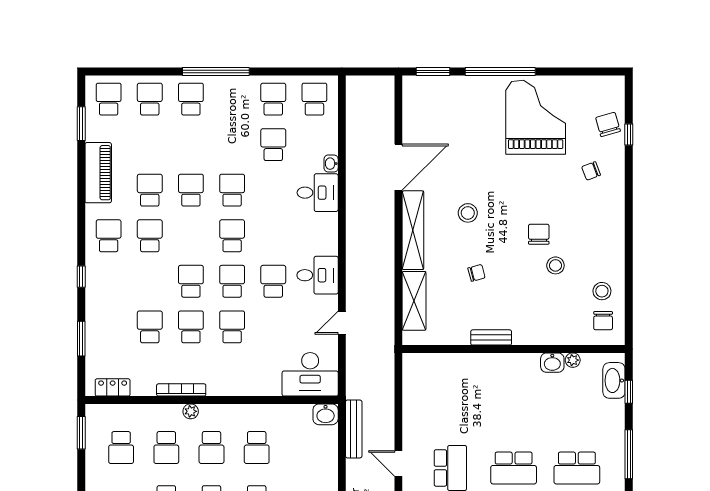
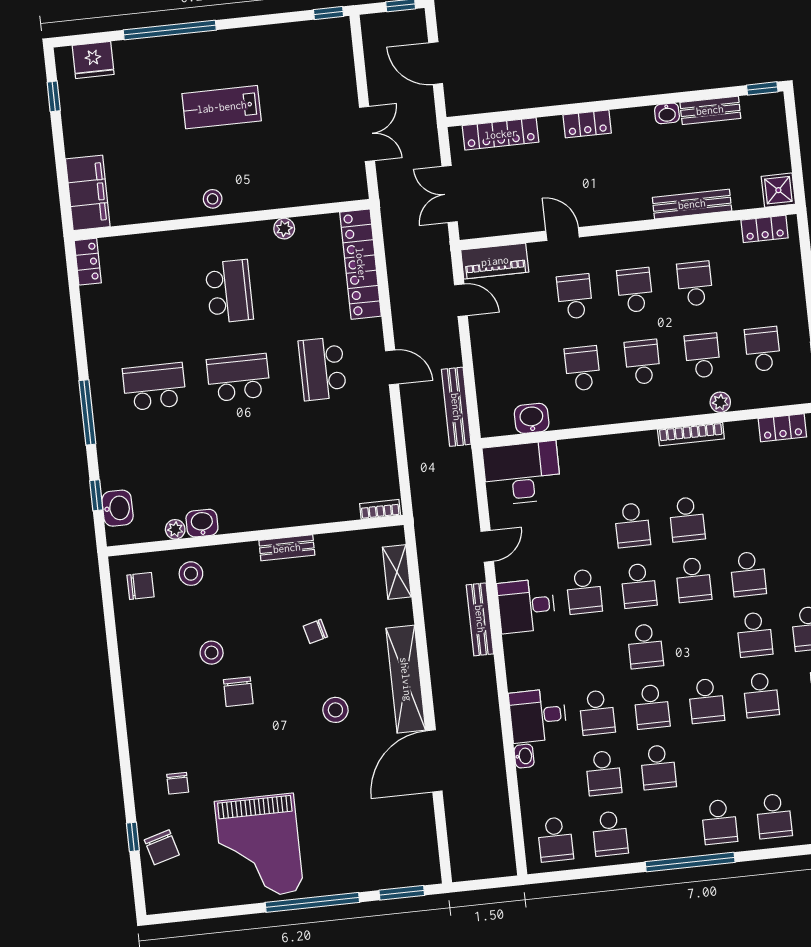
school desk: (232, 145) -> (658, 767), added
chair: (591, 171) -> (178, 783), turned 111
school desk: (273, 190) -> (597, 713), added
bench: (353, 269) -> (480, 619), added
stool: (602, 291) -> (191, 574), moved
shelving: (414, 301) -> (397, 572), width x0.67, depth x0.75
chair: (603, 321) -> (140, 586), turned 90
school desk: (150, 327) -> (748, 574), moved
bookcase: (419, 359) -> (380, 509), added
washbasin: (614, 380) -> (118, 508), width x0.72
plant: (191, 411) -> (720, 402), moved
washbasin: (326, 414) -> (532, 418), moved

